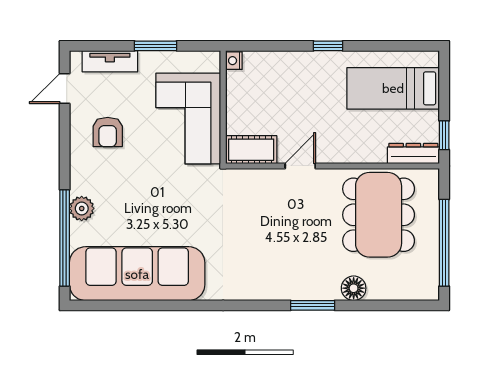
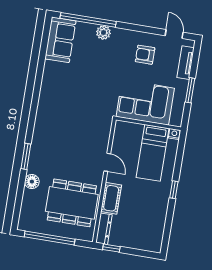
bed: (393, 88) -> (153, 153), moved, turned 180
cot: (251, 150) -> (111, 198), moved
sofa: (137, 274) -> (60, 40), width x0.54, depth x0.79

